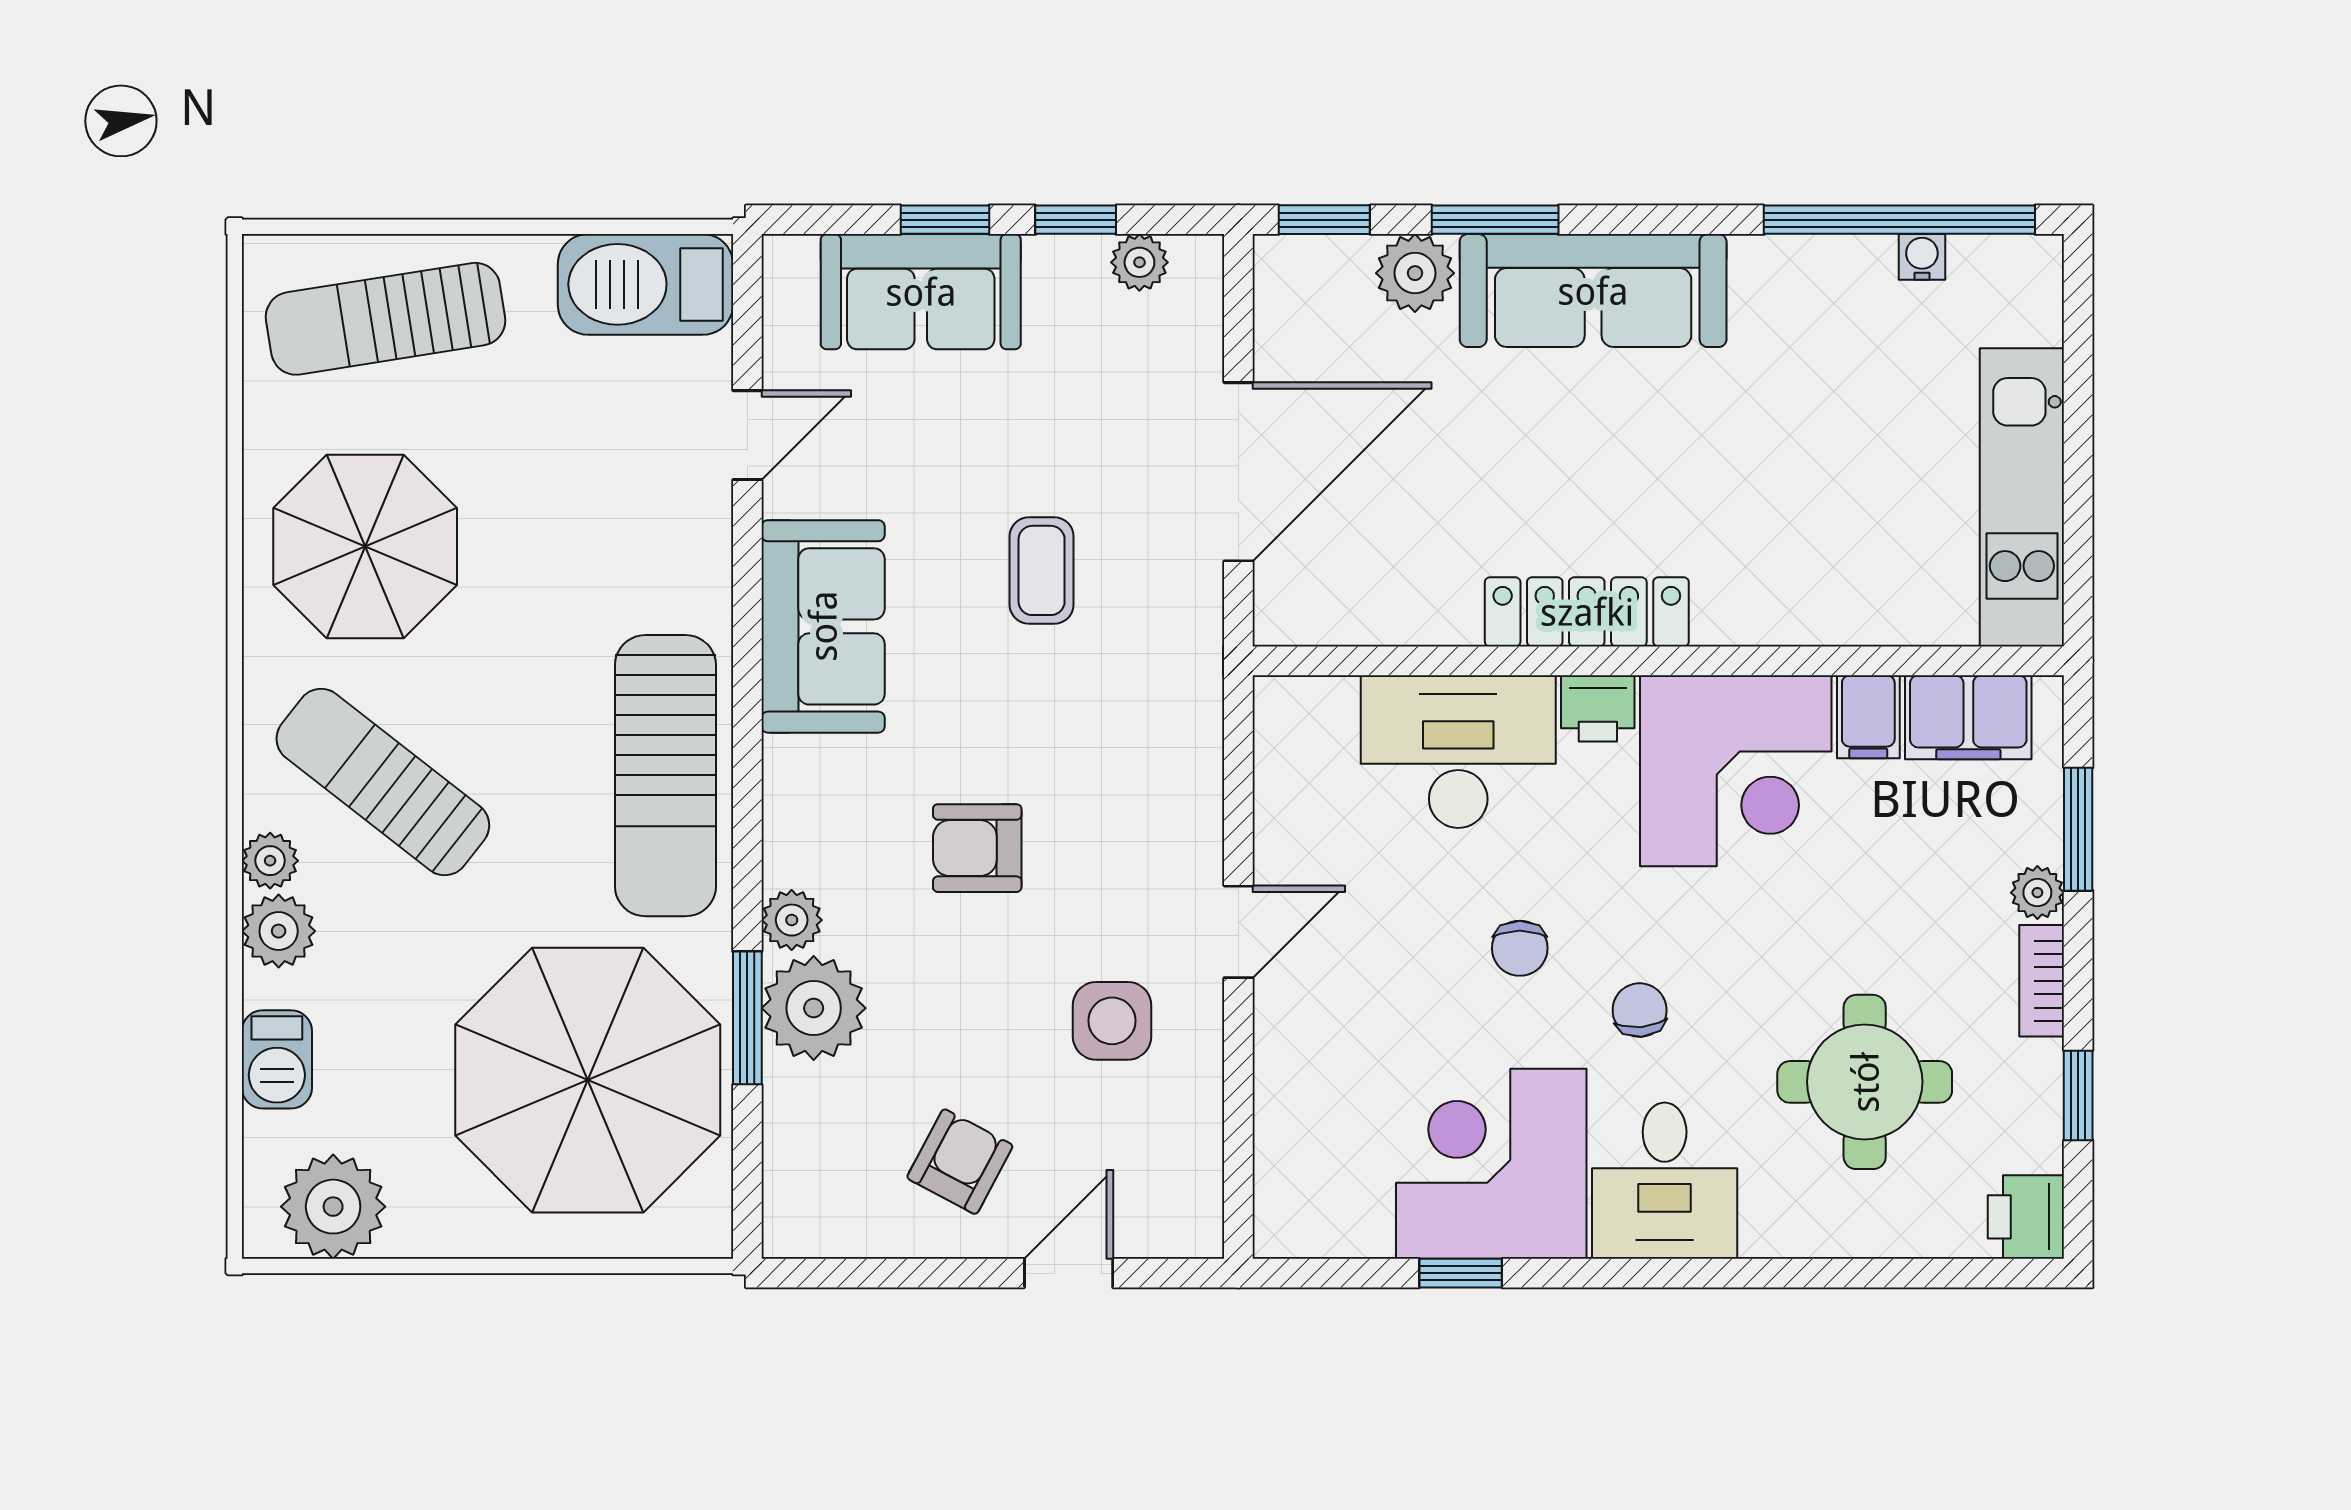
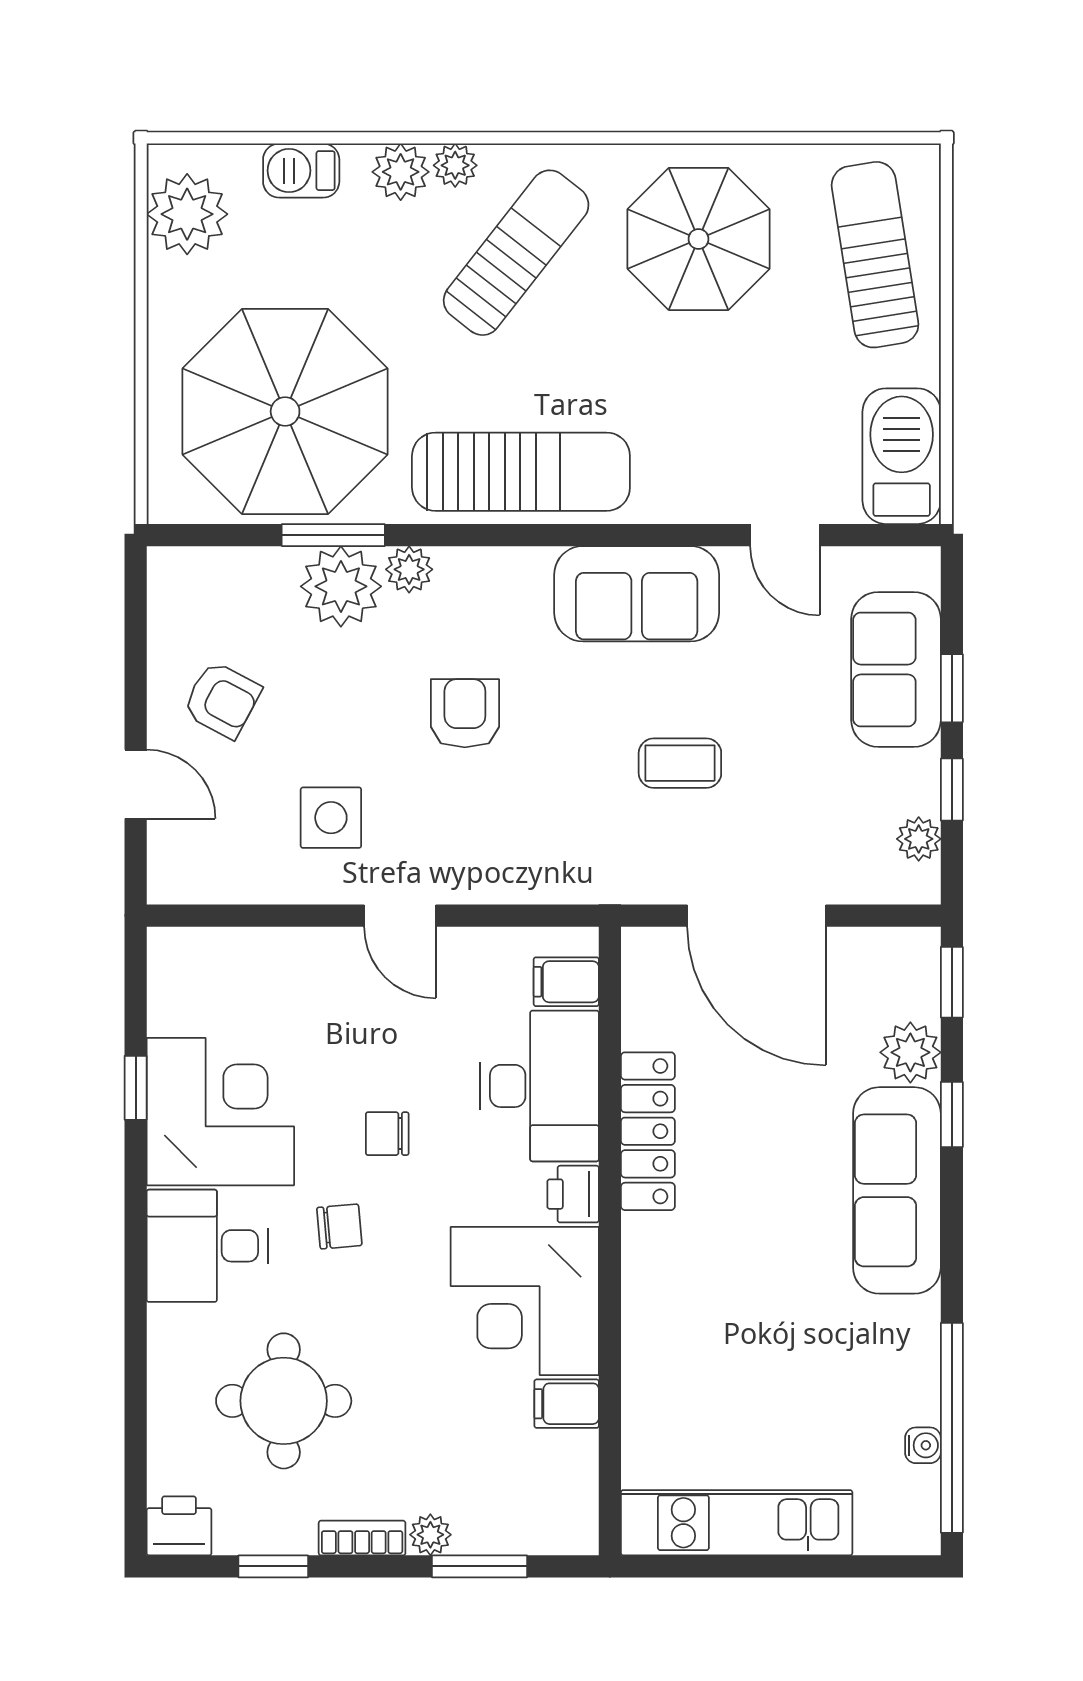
window: (1495, 220) -> (952, 1114), width x0.67
locker: (1587, 612) -> (648, 1131), moved
filing cabinet: (1968, 717) -> (566, 982), moved, width x0.50
sun lounger: (665, 776) -> (521, 472), turned 180

